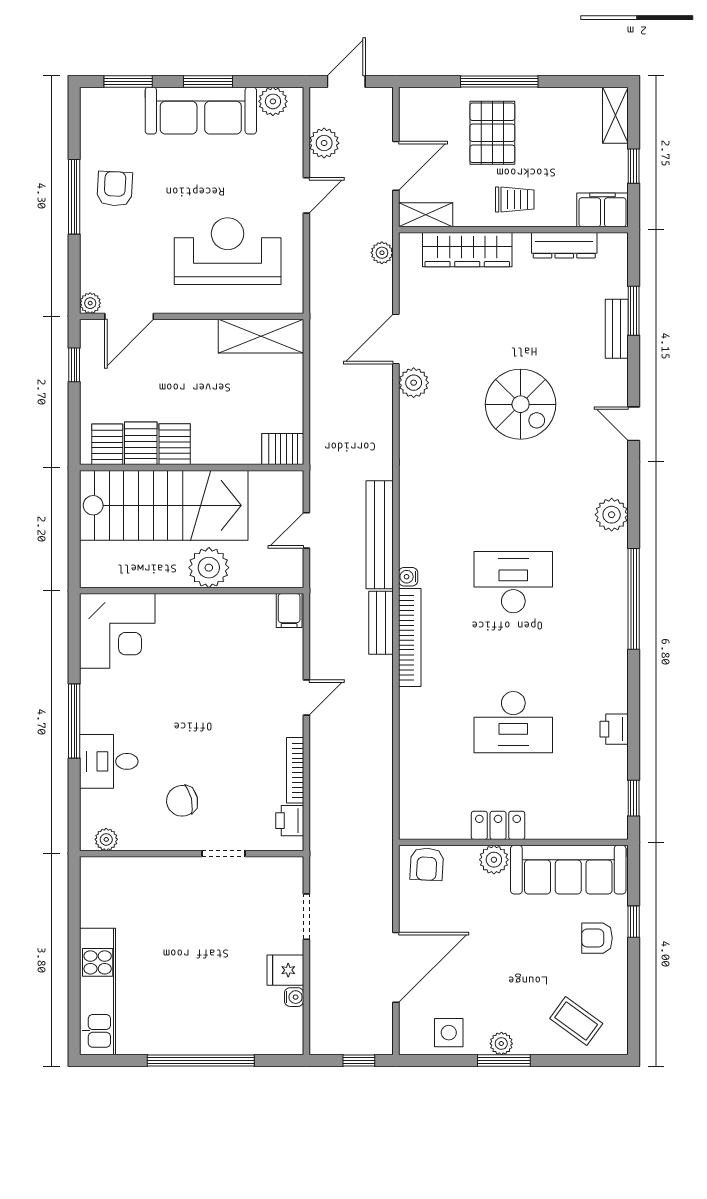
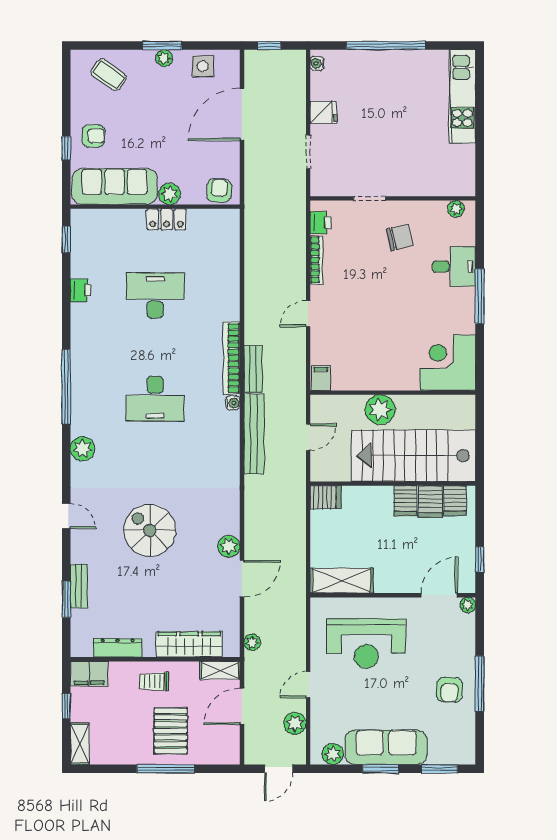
water cooler: (294, 997) -> (317, 63), moved

